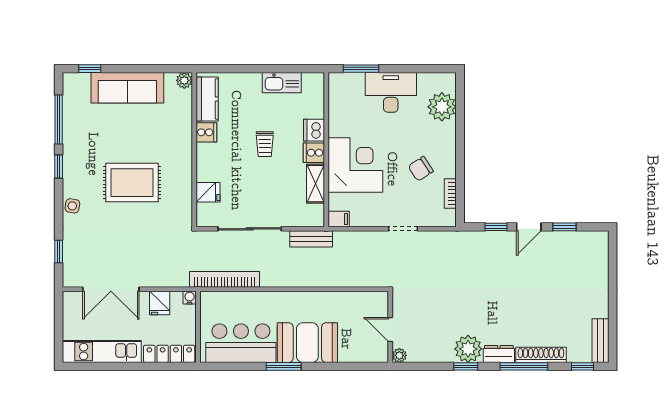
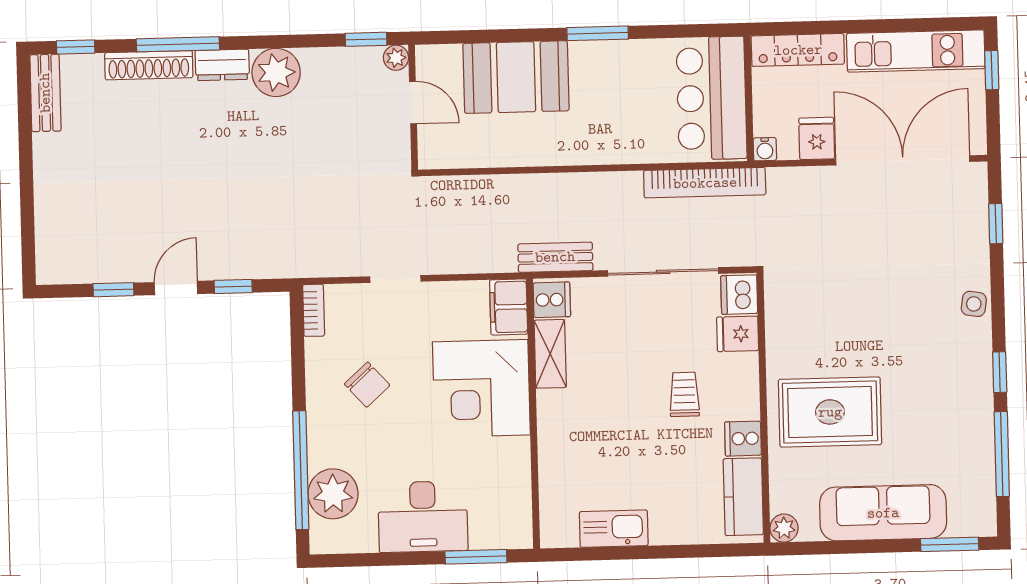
window: (90, 69) -> (950, 544), width x1.50
window: (460, 121) -> (301, 470), added
dishwasher: (314, 130) -> (739, 295), moved, turned 180
trolley: (265, 144) -> (684, 394), moved
cooker: (314, 153) -> (552, 300), moved
chair: (421, 169) -> (367, 385), turned 81
rug: (132, 183) -> (830, 412), moved
bookcase: (450, 194) -> (314, 310), moved
filing cabinet: (339, 219) -> (509, 307), width x2.00
double door: (111, 289) -> (903, 160), width x1.36
window: (59, 339) -> (992, 70), added
bar counter: (241, 343) -> (711, 98), moved, turned 90
booth: (307, 343) -> (516, 77), moved
window: (466, 366) -> (366, 39), moved

